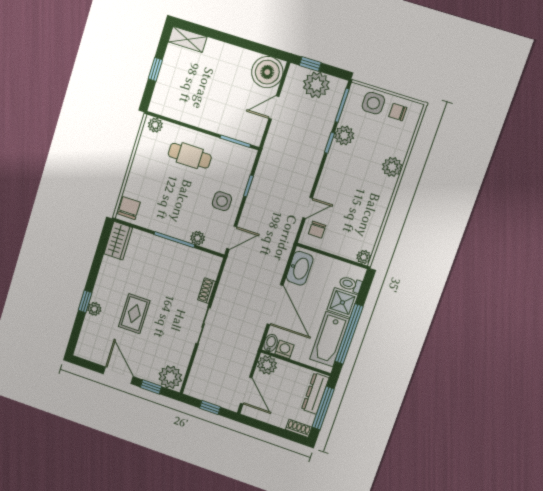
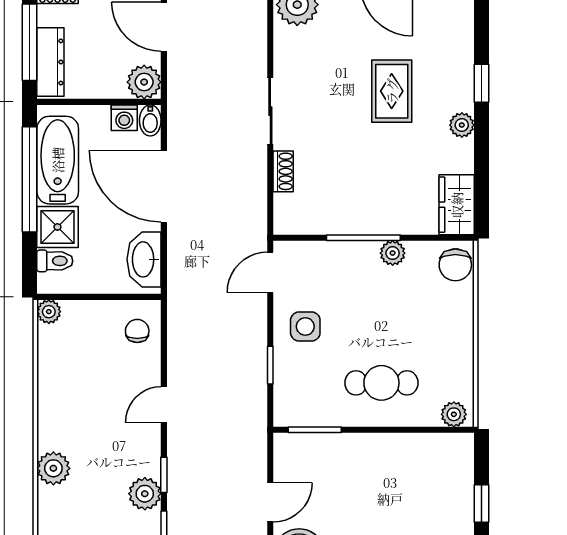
door: (308, 208) -> (164, 405), moved
plant: (198, 238) -> (393, 253), moved
plant: (94, 309) -> (462, 125), moved

